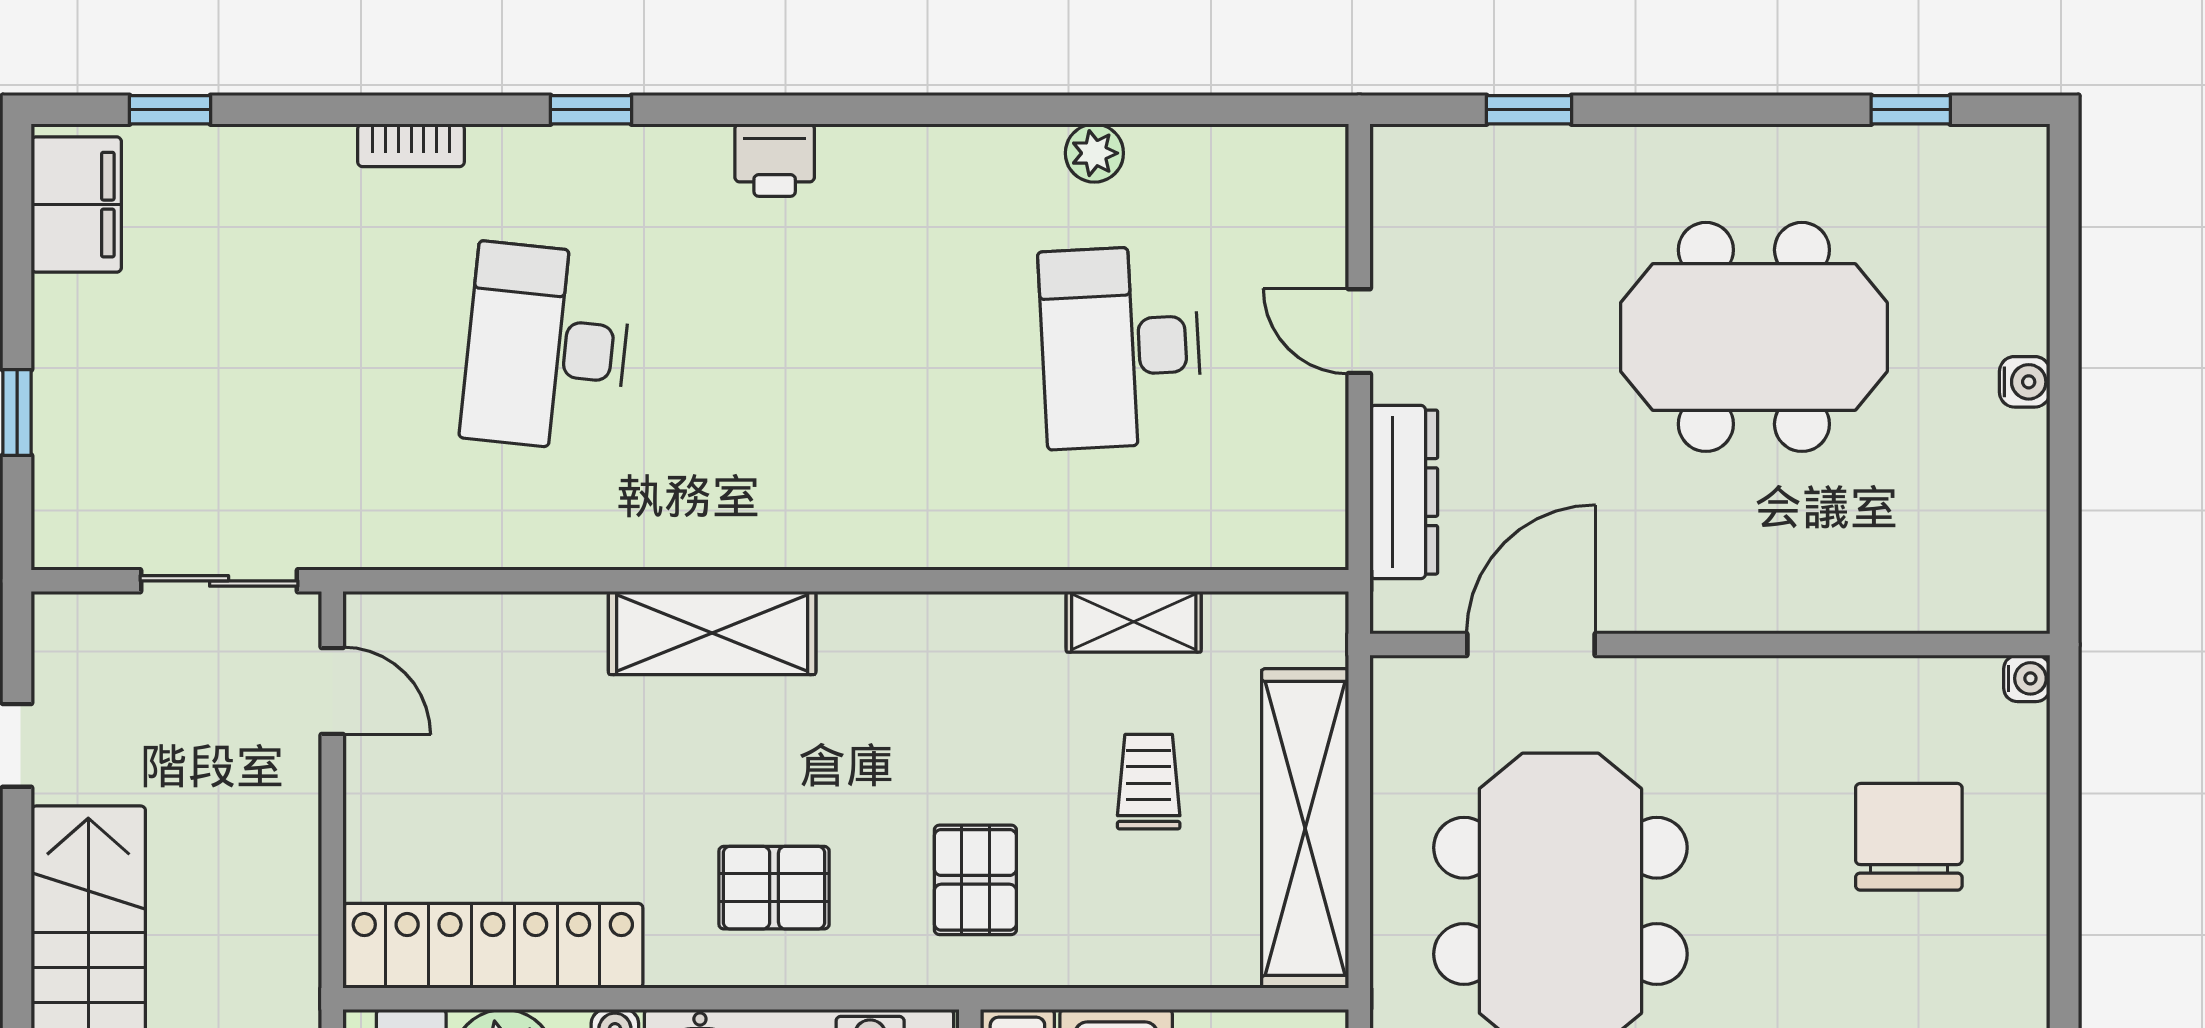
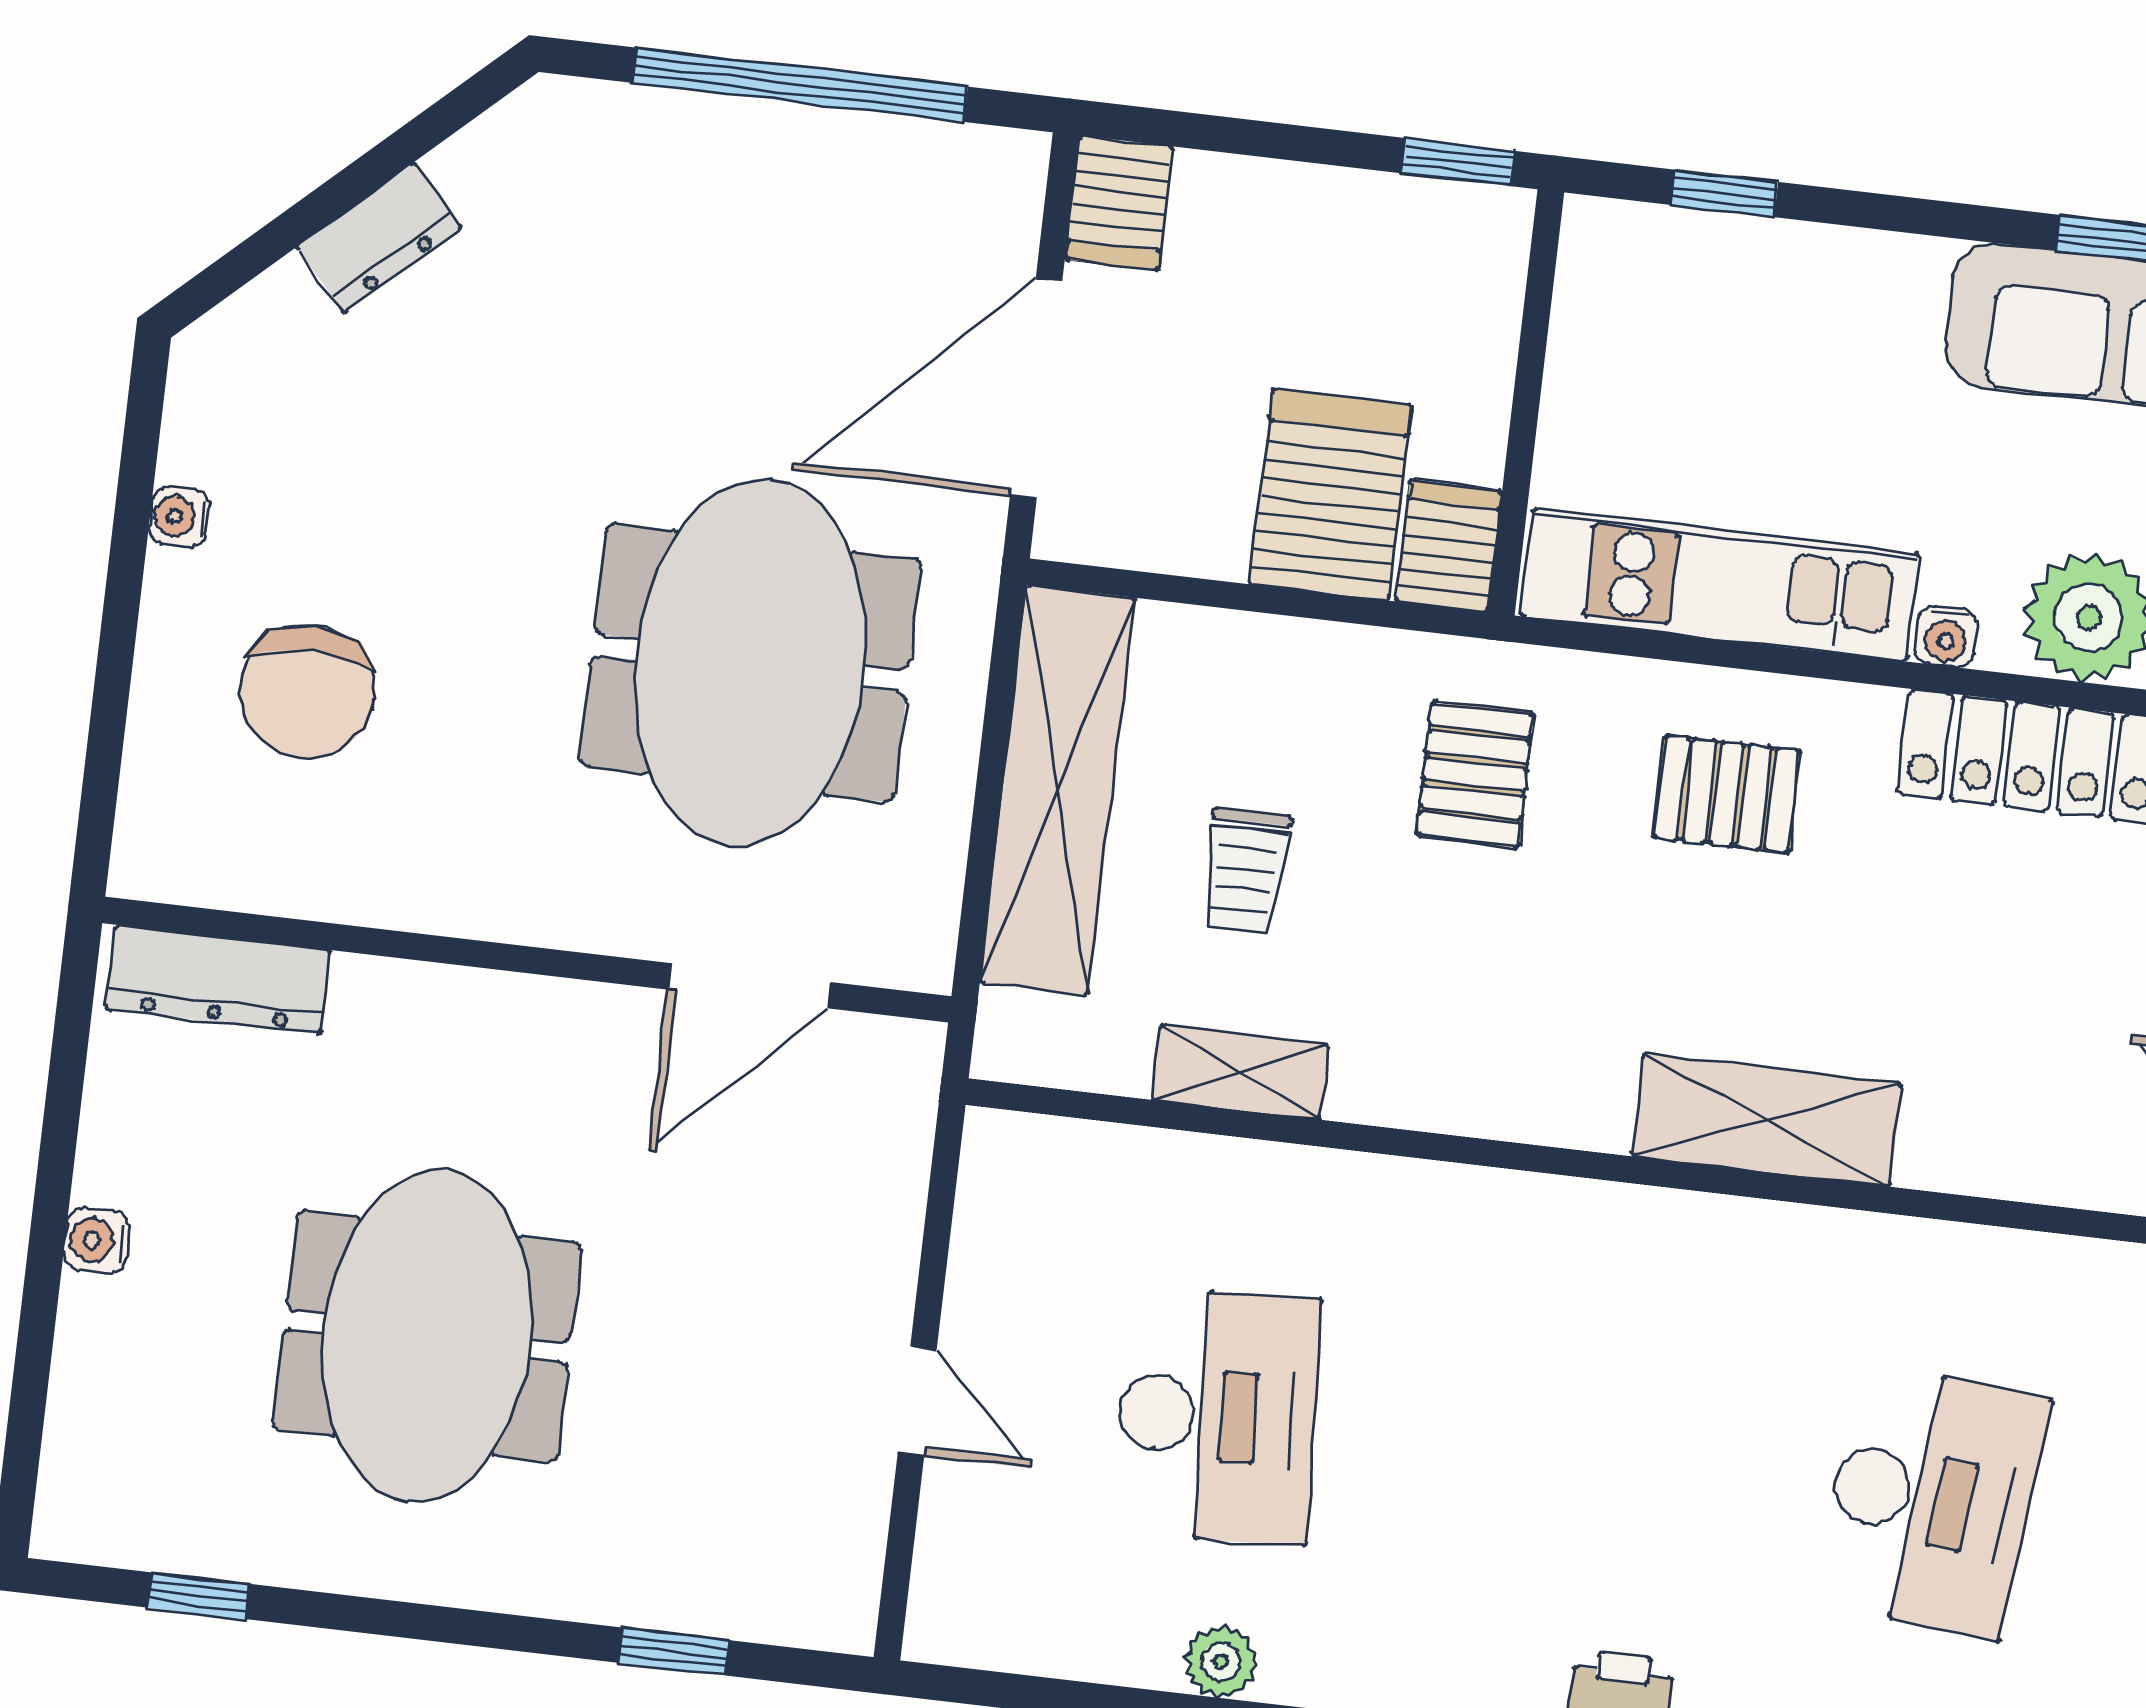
meeting table: (1754, 337) -> (427, 1336), turned 90
dresser: (1404, 492) -> (218, 980), moved, turned -90
water cooler: (2027, 678) -> (179, 517), moved

